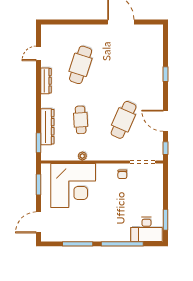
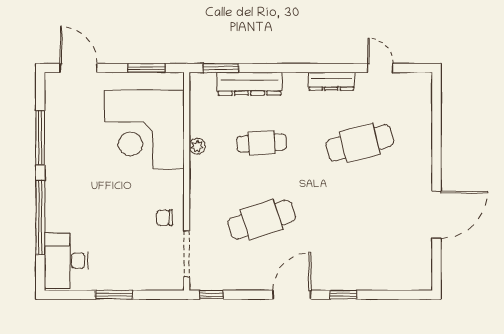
cafe table: (81, 65) -> (360, 143), turned -33
cafe table: (124, 120) -> (262, 220), turned -42
door: (166, 121) -> (292, 295), moved
window: (166, 220) -> (114, 295), moved

